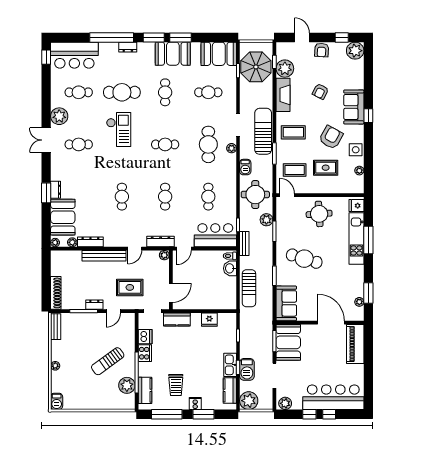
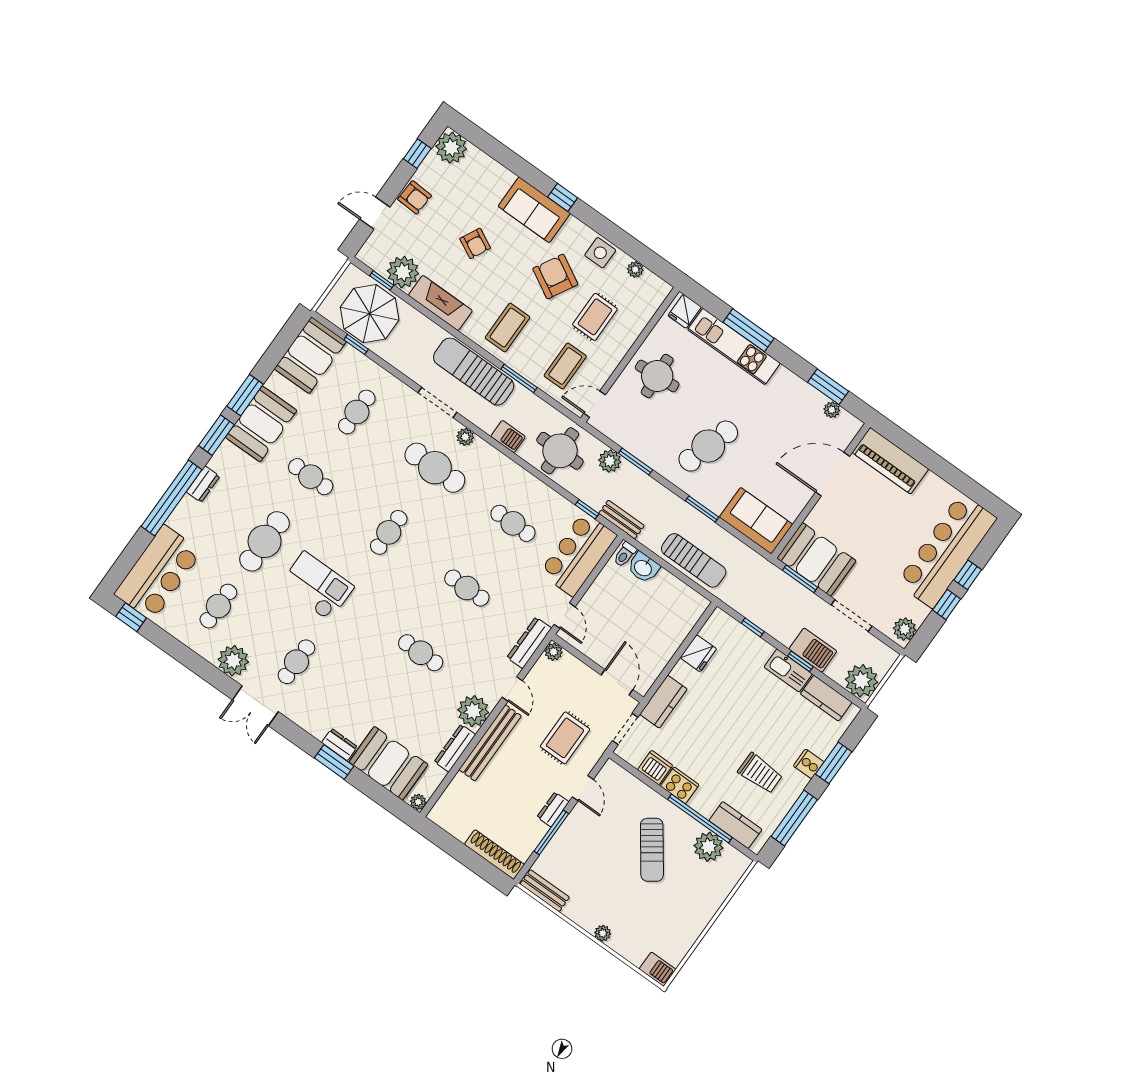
plant: (72, 242) -> (473, 711), moved, width x1.87, depth x1.87

